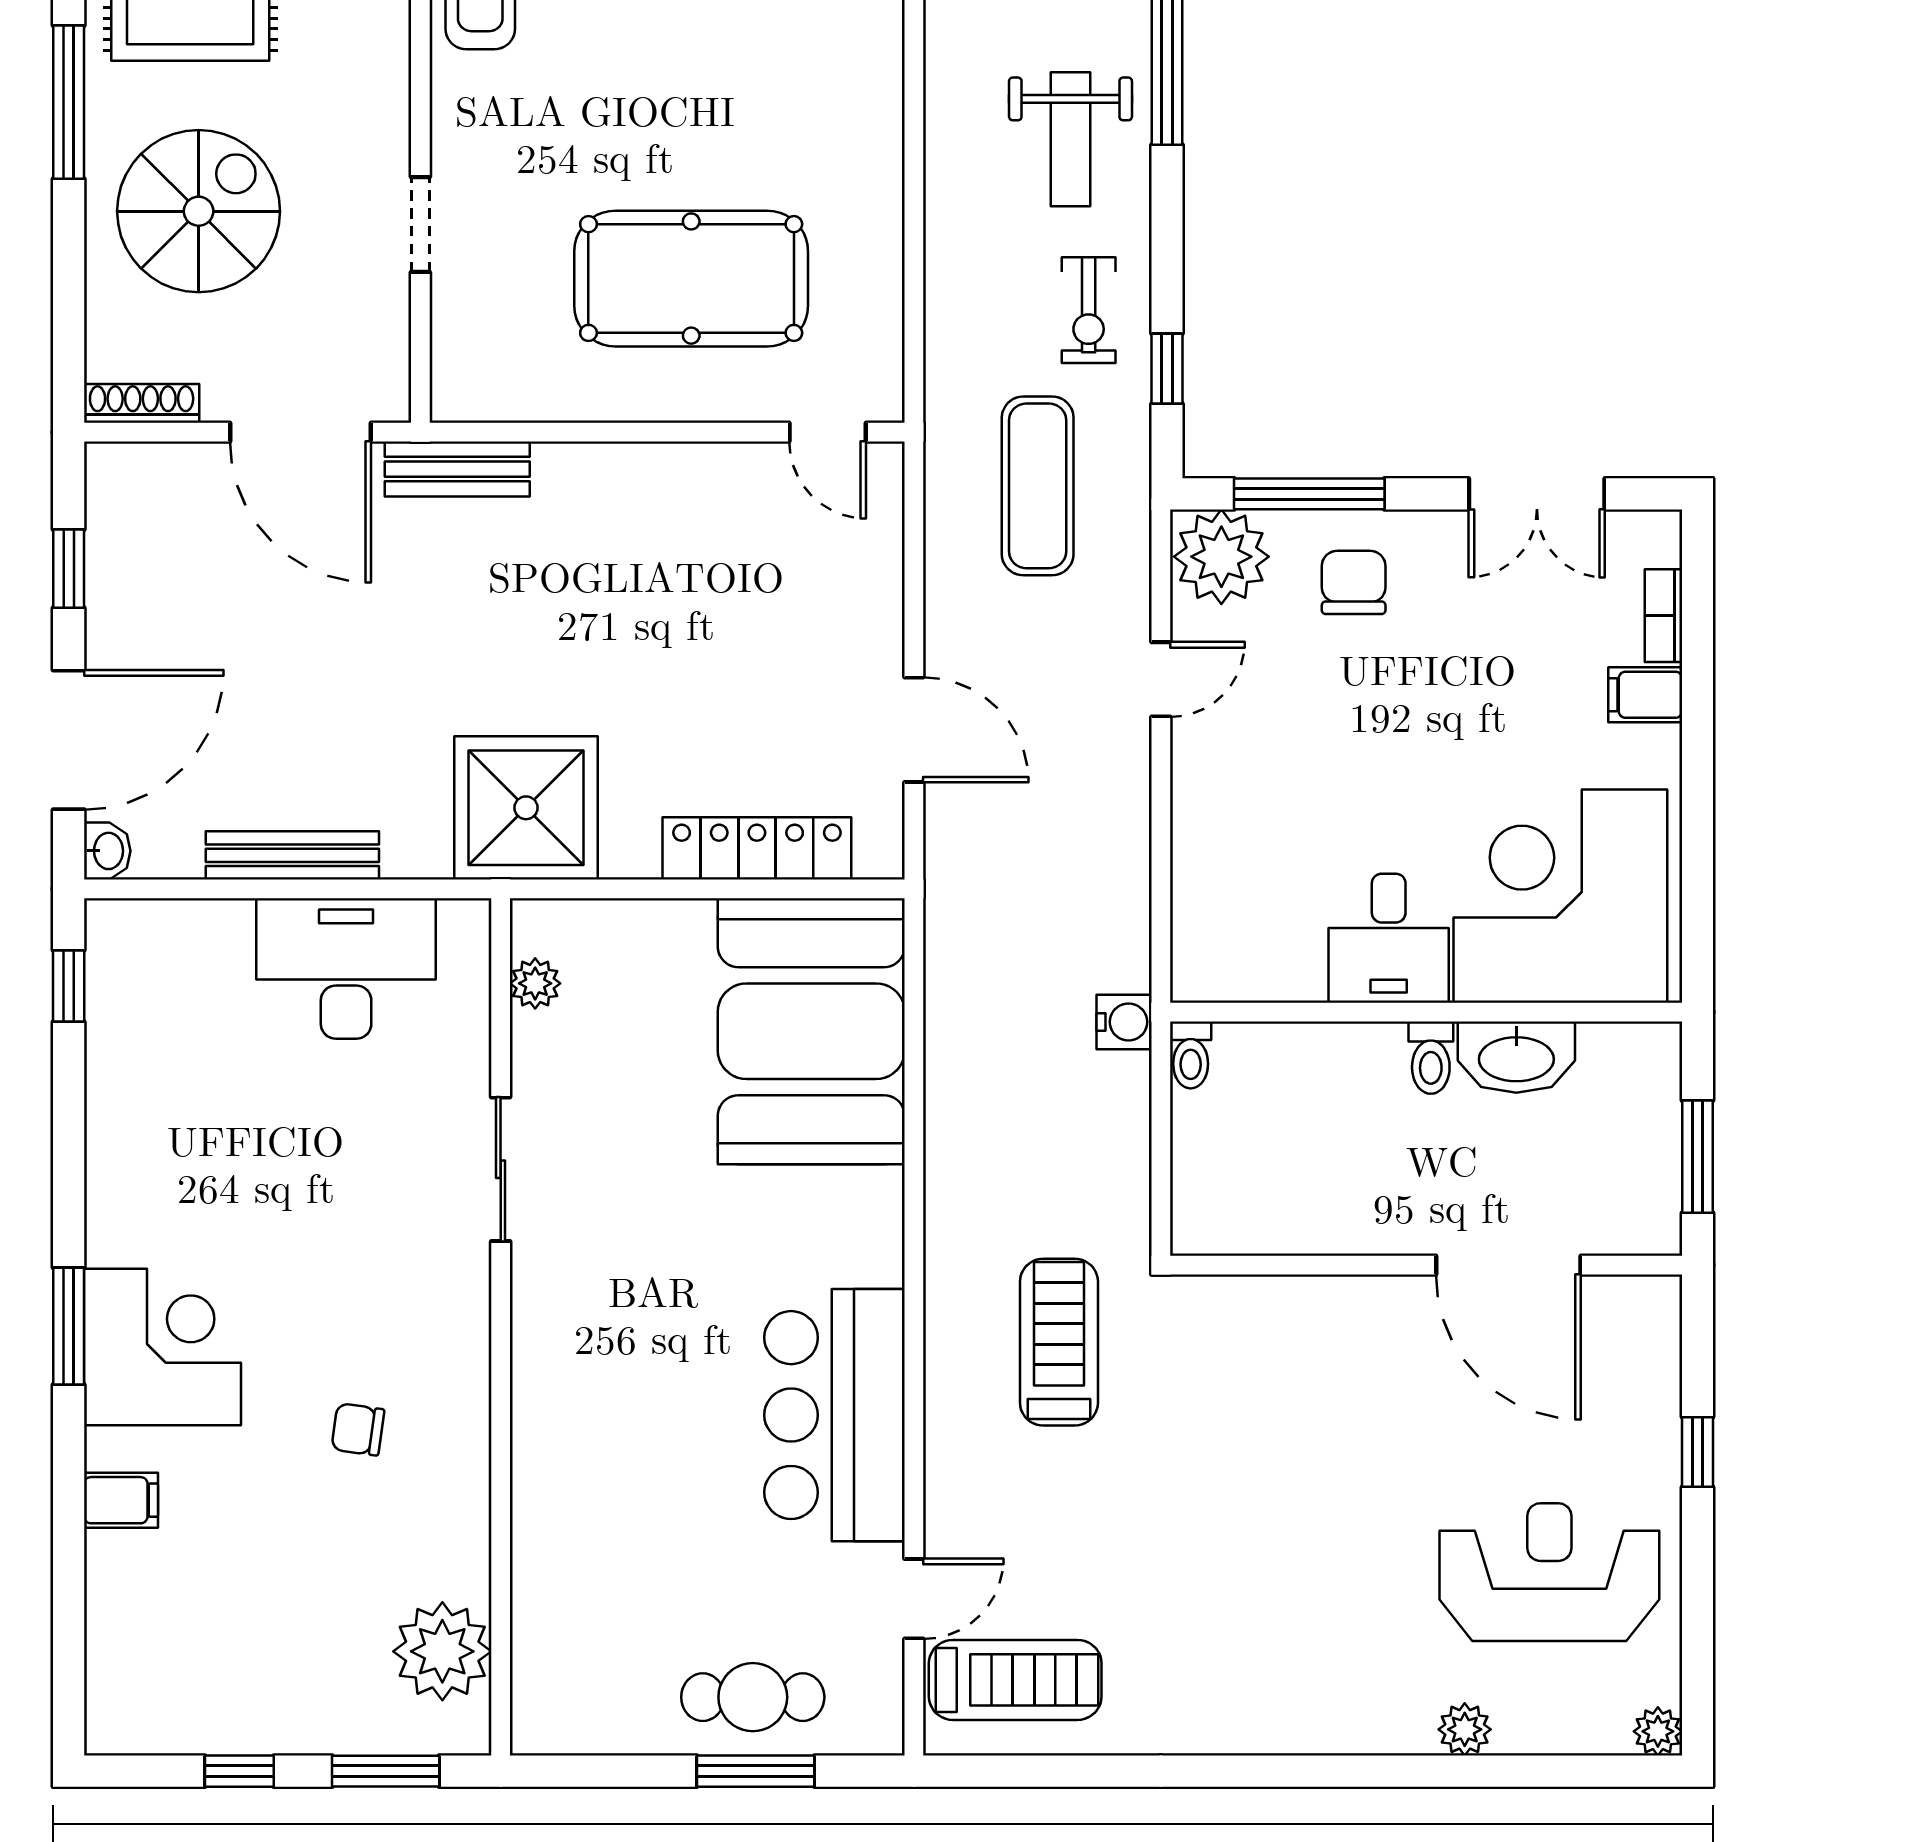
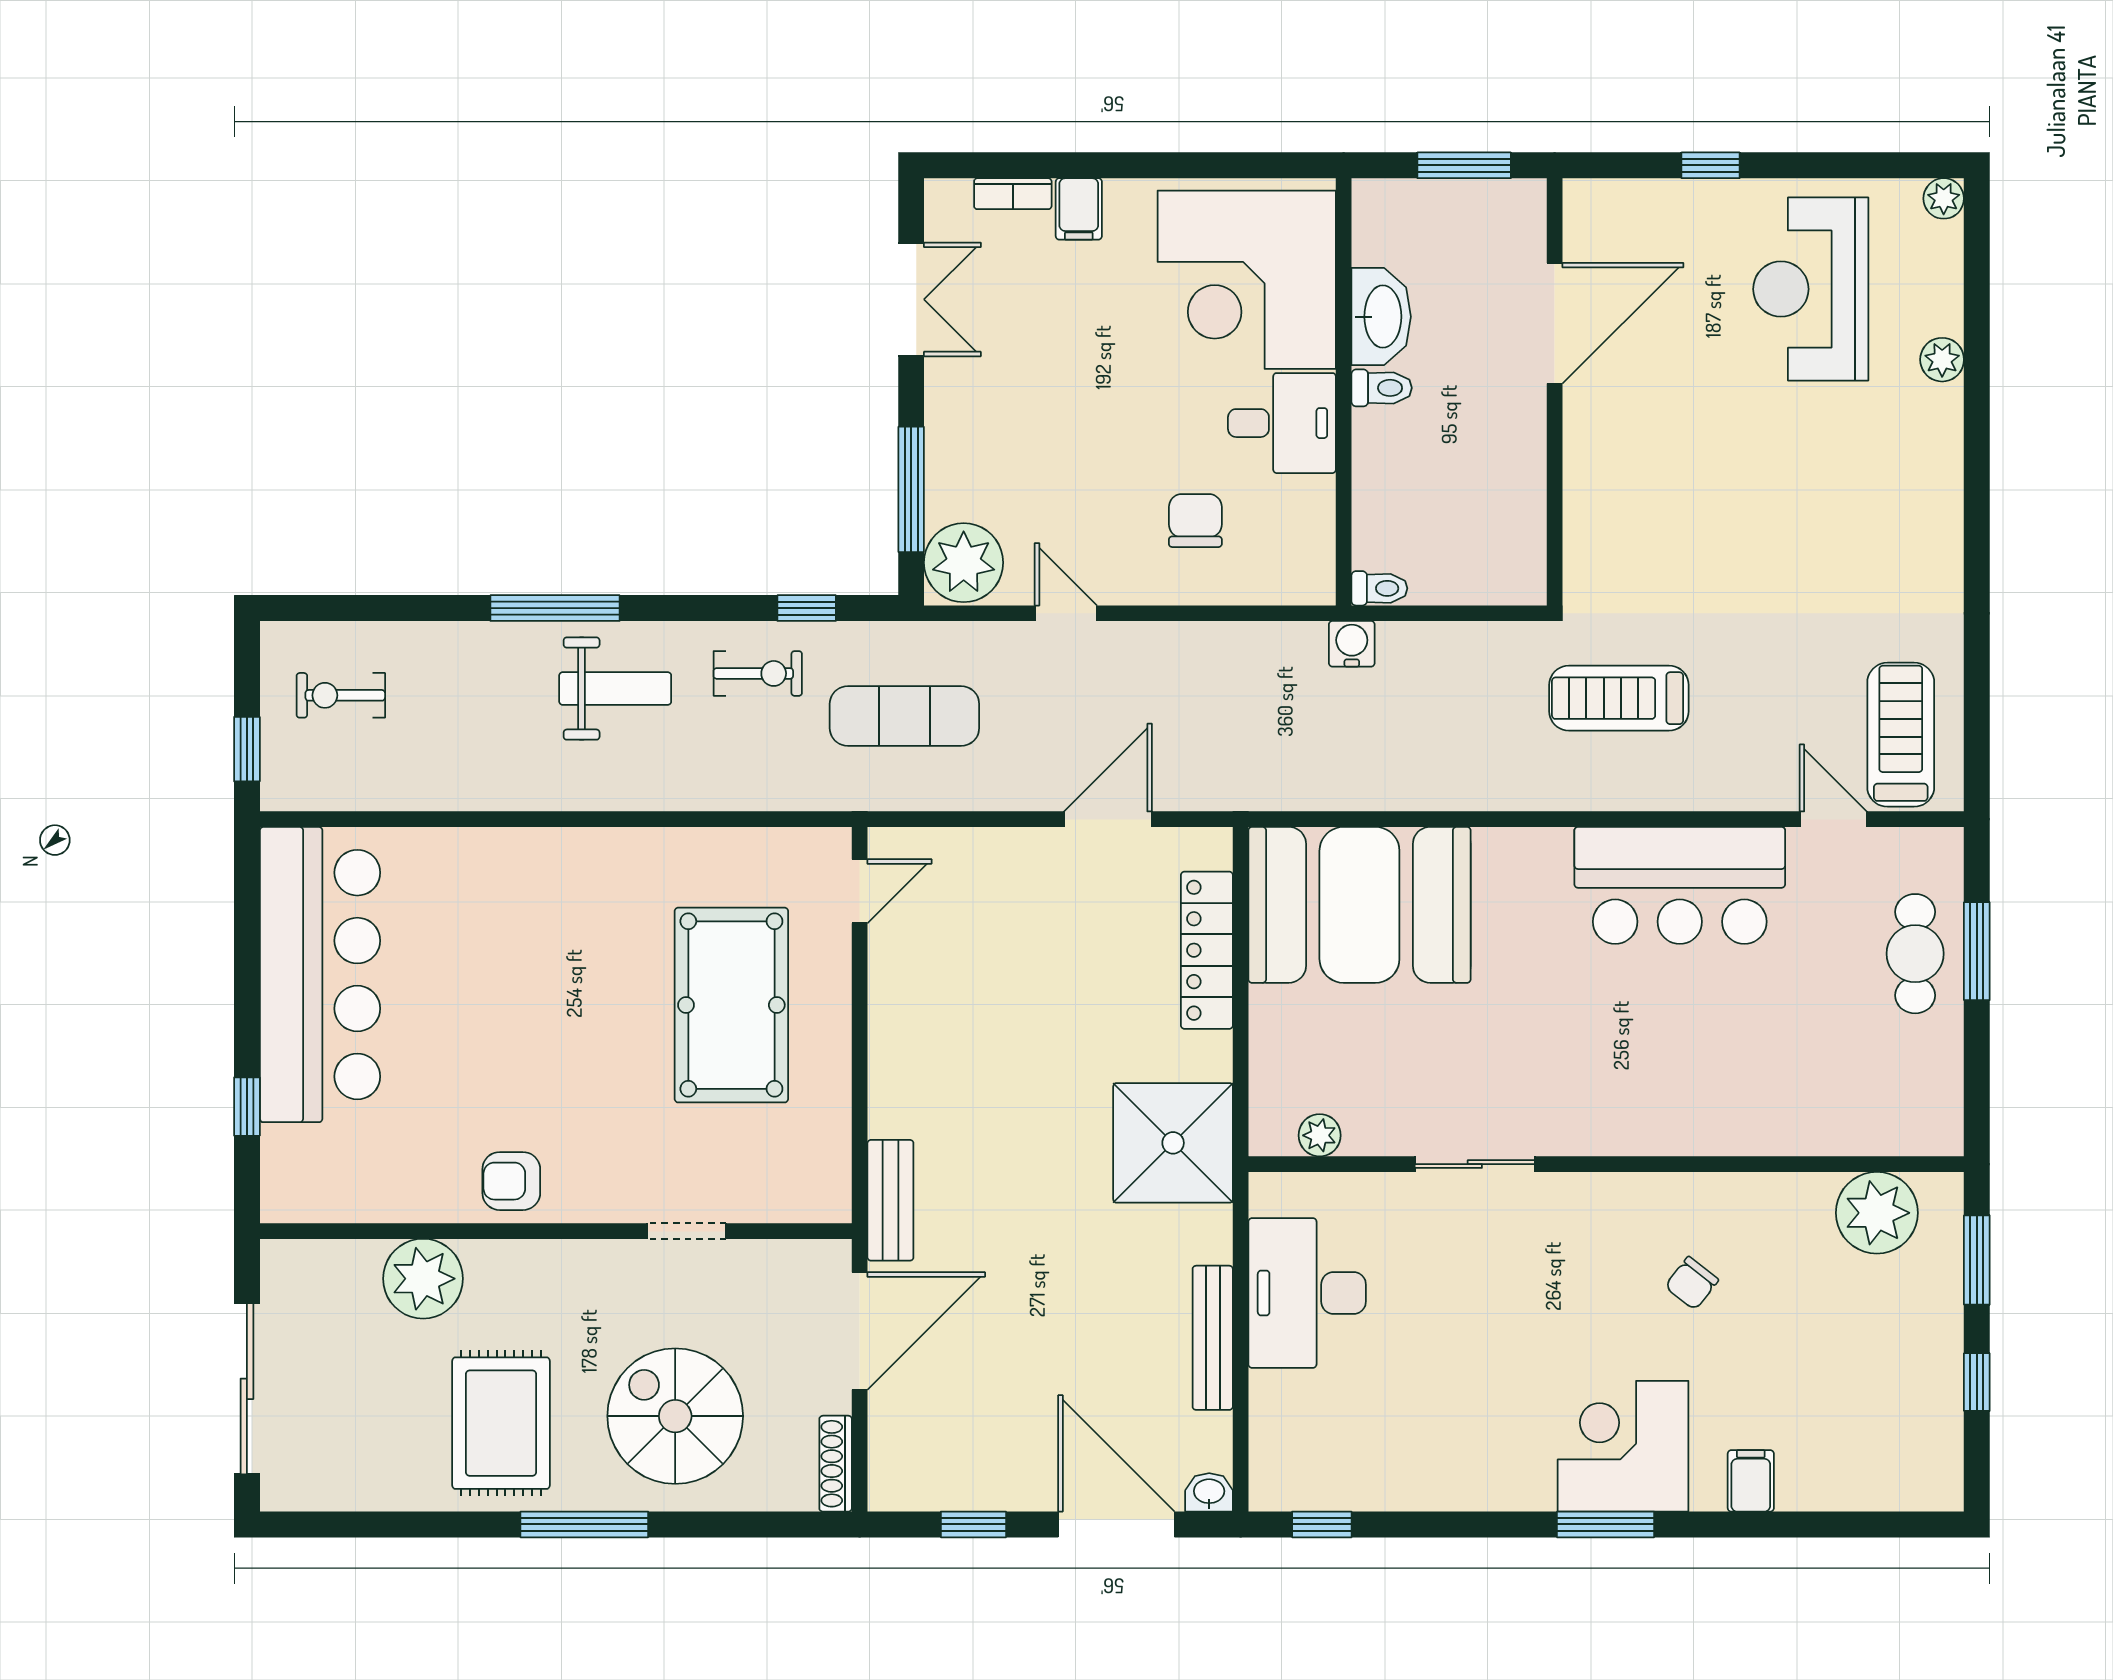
chair: (1354, 582) -> (1195, 521), moved, turned 90
chair: (358, 1429) -> (1692, 1283), turned 30

